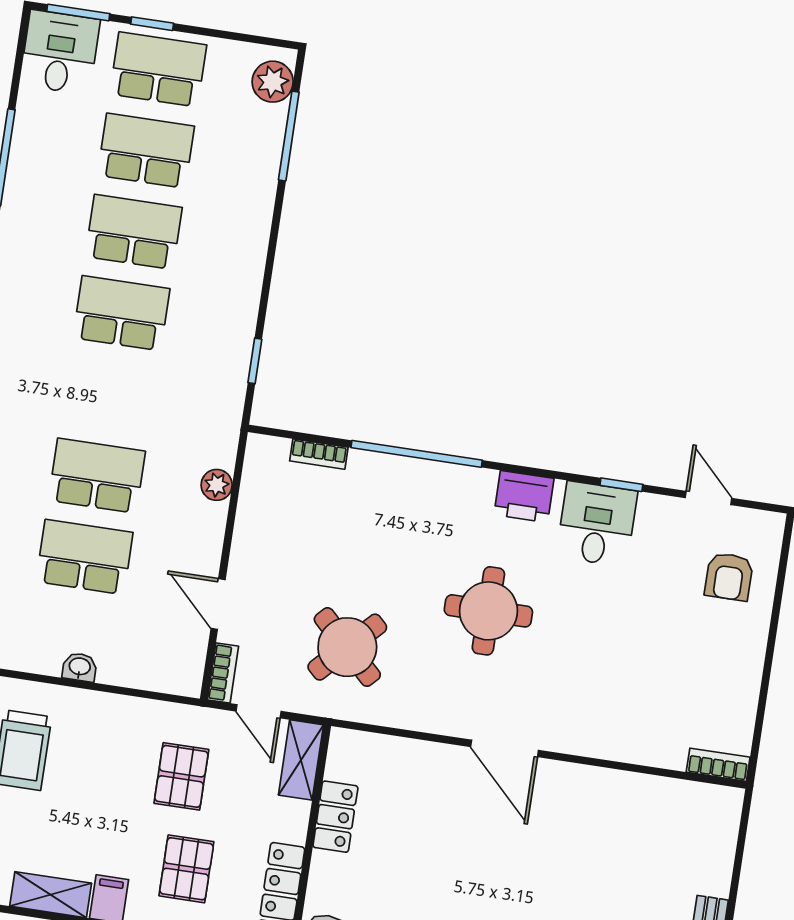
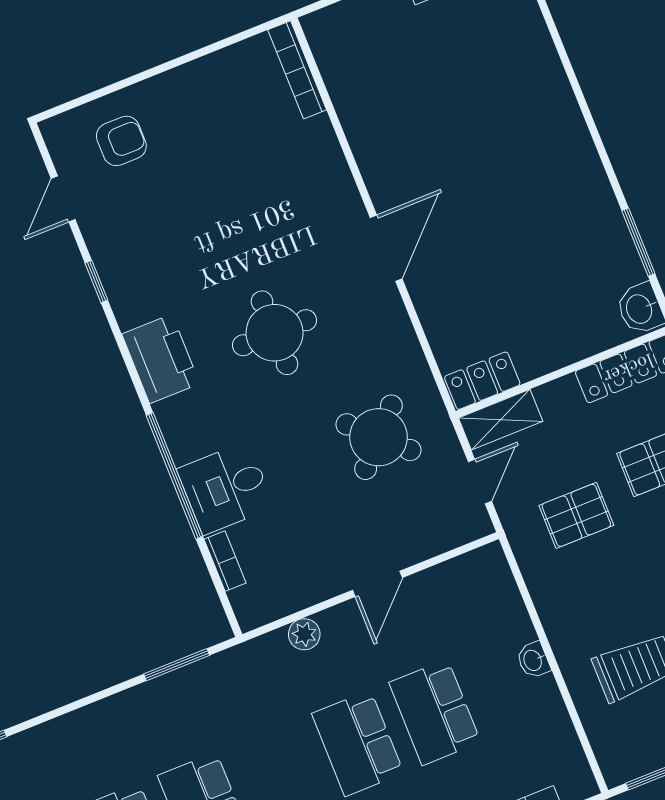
window: (255, 361) -> (177, 665), width x1.50
printer: (524, 497) -> (161, 359), width x1.37, depth x1.19
desk: (597, 524) -> (226, 488), moved
door: (218, 604) -> (377, 584), moved
bookcase: (223, 673) -> (465, 532), removed
bookcase: (718, 765) -> (297, 70), width x1.56
locker: (335, 817) -> (482, 381), moved

